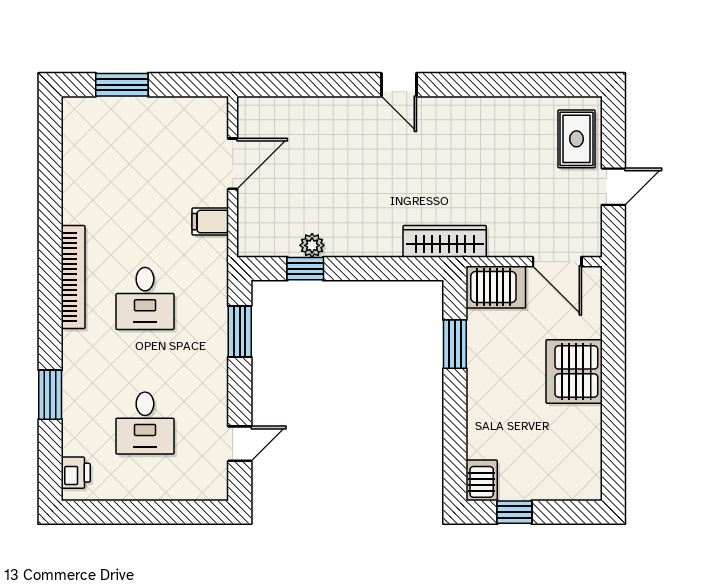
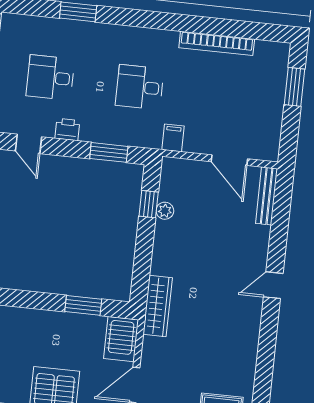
bench: (277, 107) -> (267, 196), added
filing cabinet: (210, 222) -> (173, 138), moved
bookcase: (73, 277) -> (217, 43), moved
printer: (76, 473) -> (67, 129), moved, turned 180

